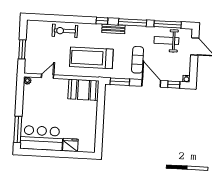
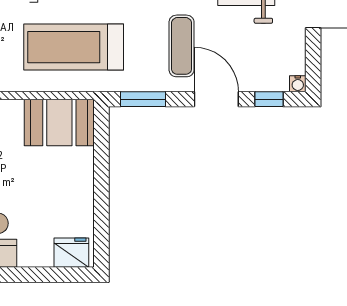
fridge: (70, 145) -> (71, 253), moved

